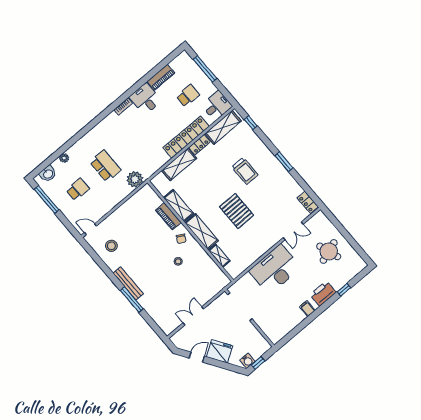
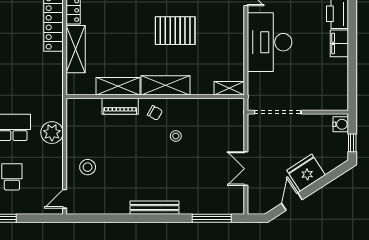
plant: (135, 179) -> (52, 133), moved
stool: (111, 246) -> (88, 167), moved
shelving: (219, 256) -> (229, 88), moved
window: (132, 300) -> (212, 218), moved
filing cabinet: (307, 309) -> (339, 43), width x2.00
water cooler: (247, 361) -> (341, 124), moved

